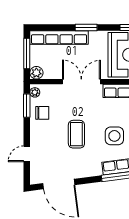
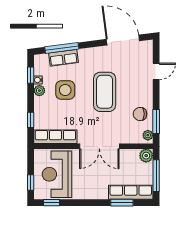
window: (86, 28) -> (122, 203), moved
row of seats: (59, 38) -> (131, 192), width x0.73
coffee table: (76, 134) -> (105, 92), width x1.36, depth x1.32

